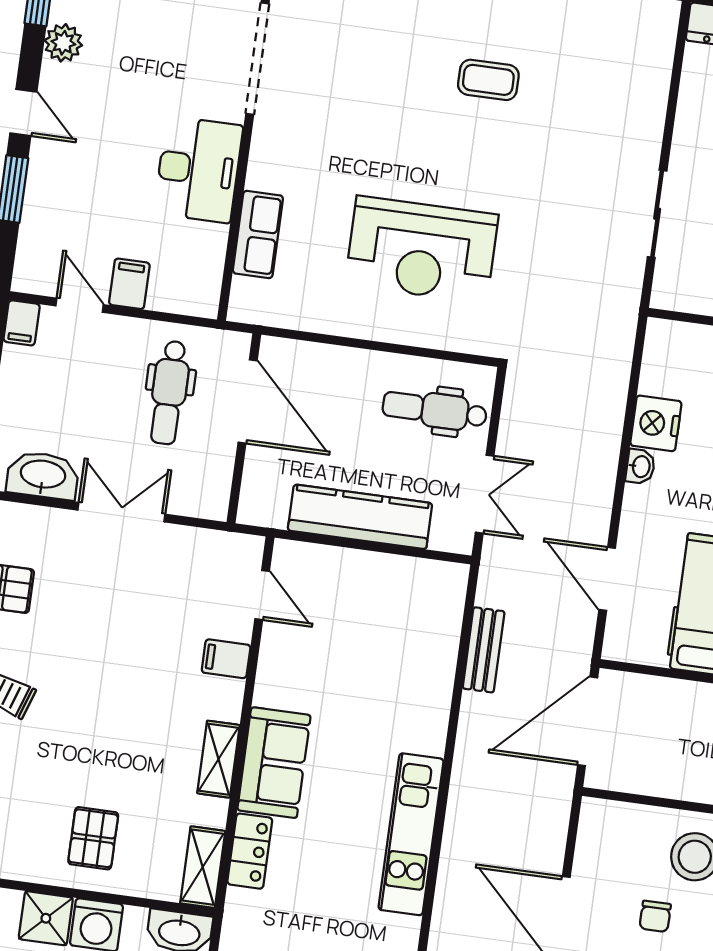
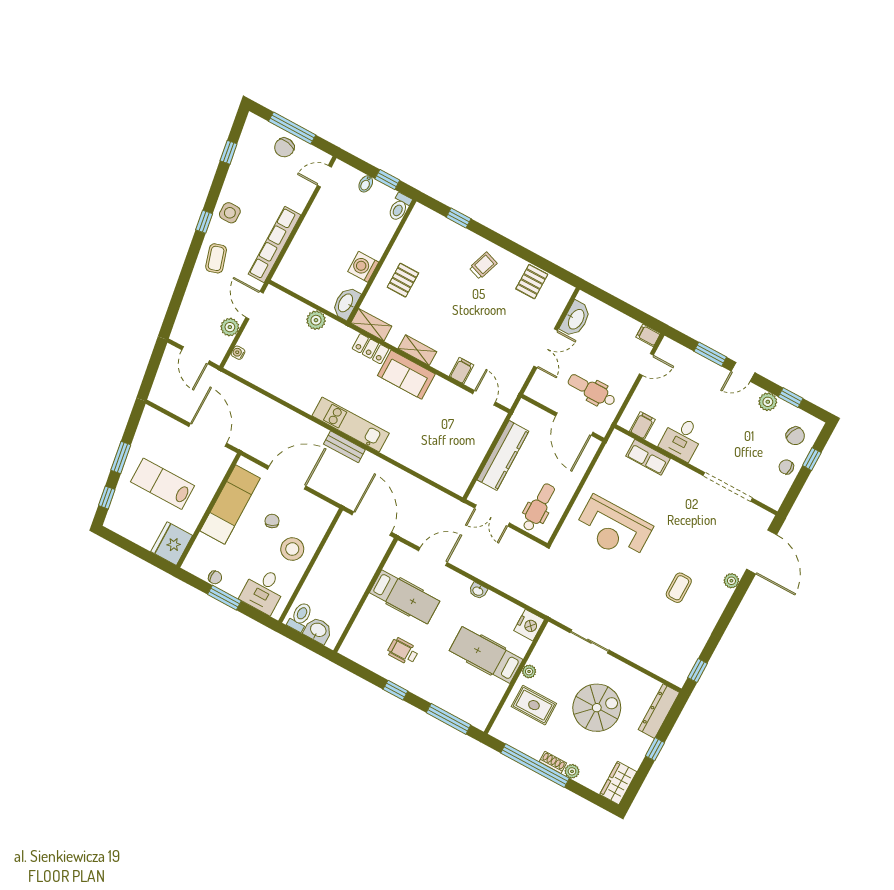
desk: (198, 169) -> (682, 438), width x0.73
reception desk: (422, 250) -> (613, 529), turned -90
filing cabinet: (129, 284) -> (642, 425), moved, turned -90
door: (248, 401) -> (574, 424), hinge flipped
nightstand: (656, 423) -> (529, 625), moved, turned 90
door: (262, 595) -> (484, 398), swing flipped
bench: (484, 650) -> (344, 447), moved
pallet: (93, 838) -> (403, 280), turned 90
chair: (655, 916) -> (272, 521), turned 65
shower: (46, 918) -> (375, 245), removed

